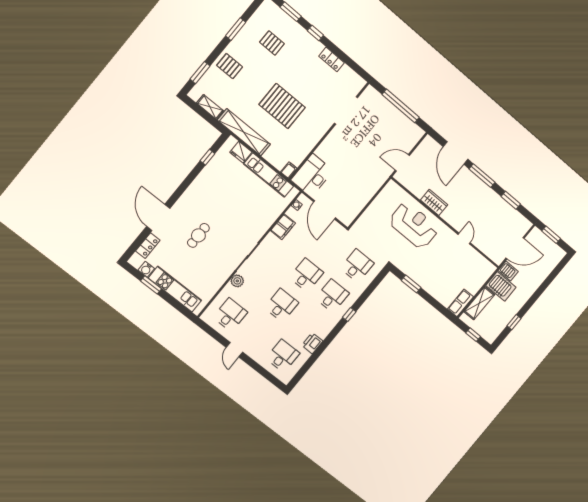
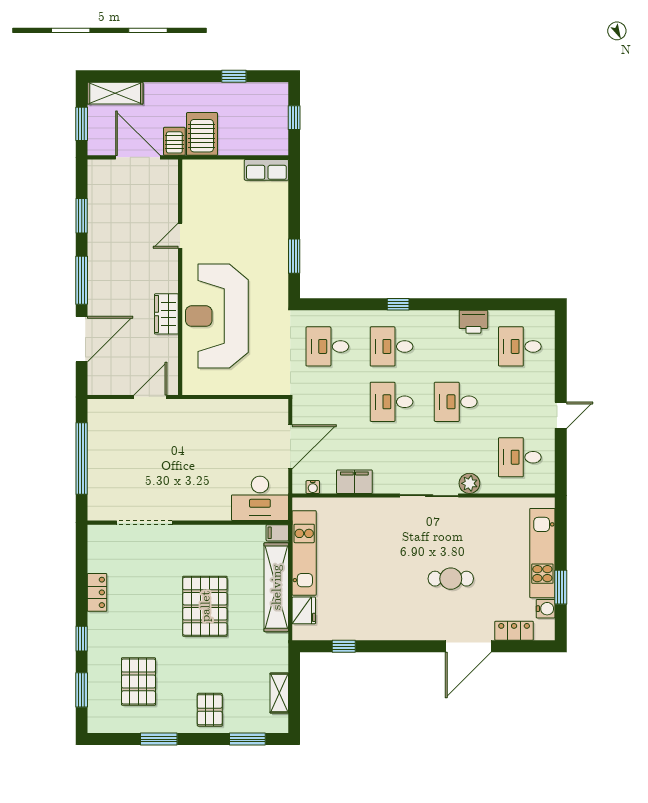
pallet: (272, 43) -> (138, 681), width x1.50, depth x1.42
shelving: (244, 132) -> (276, 587), moved
door: (402, 163) -> (150, 397), swing flipped
reception desk: (414, 225) -> (217, 316), width x1.36, depth x1.30
shelving: (479, 303) -> (115, 93), moved

